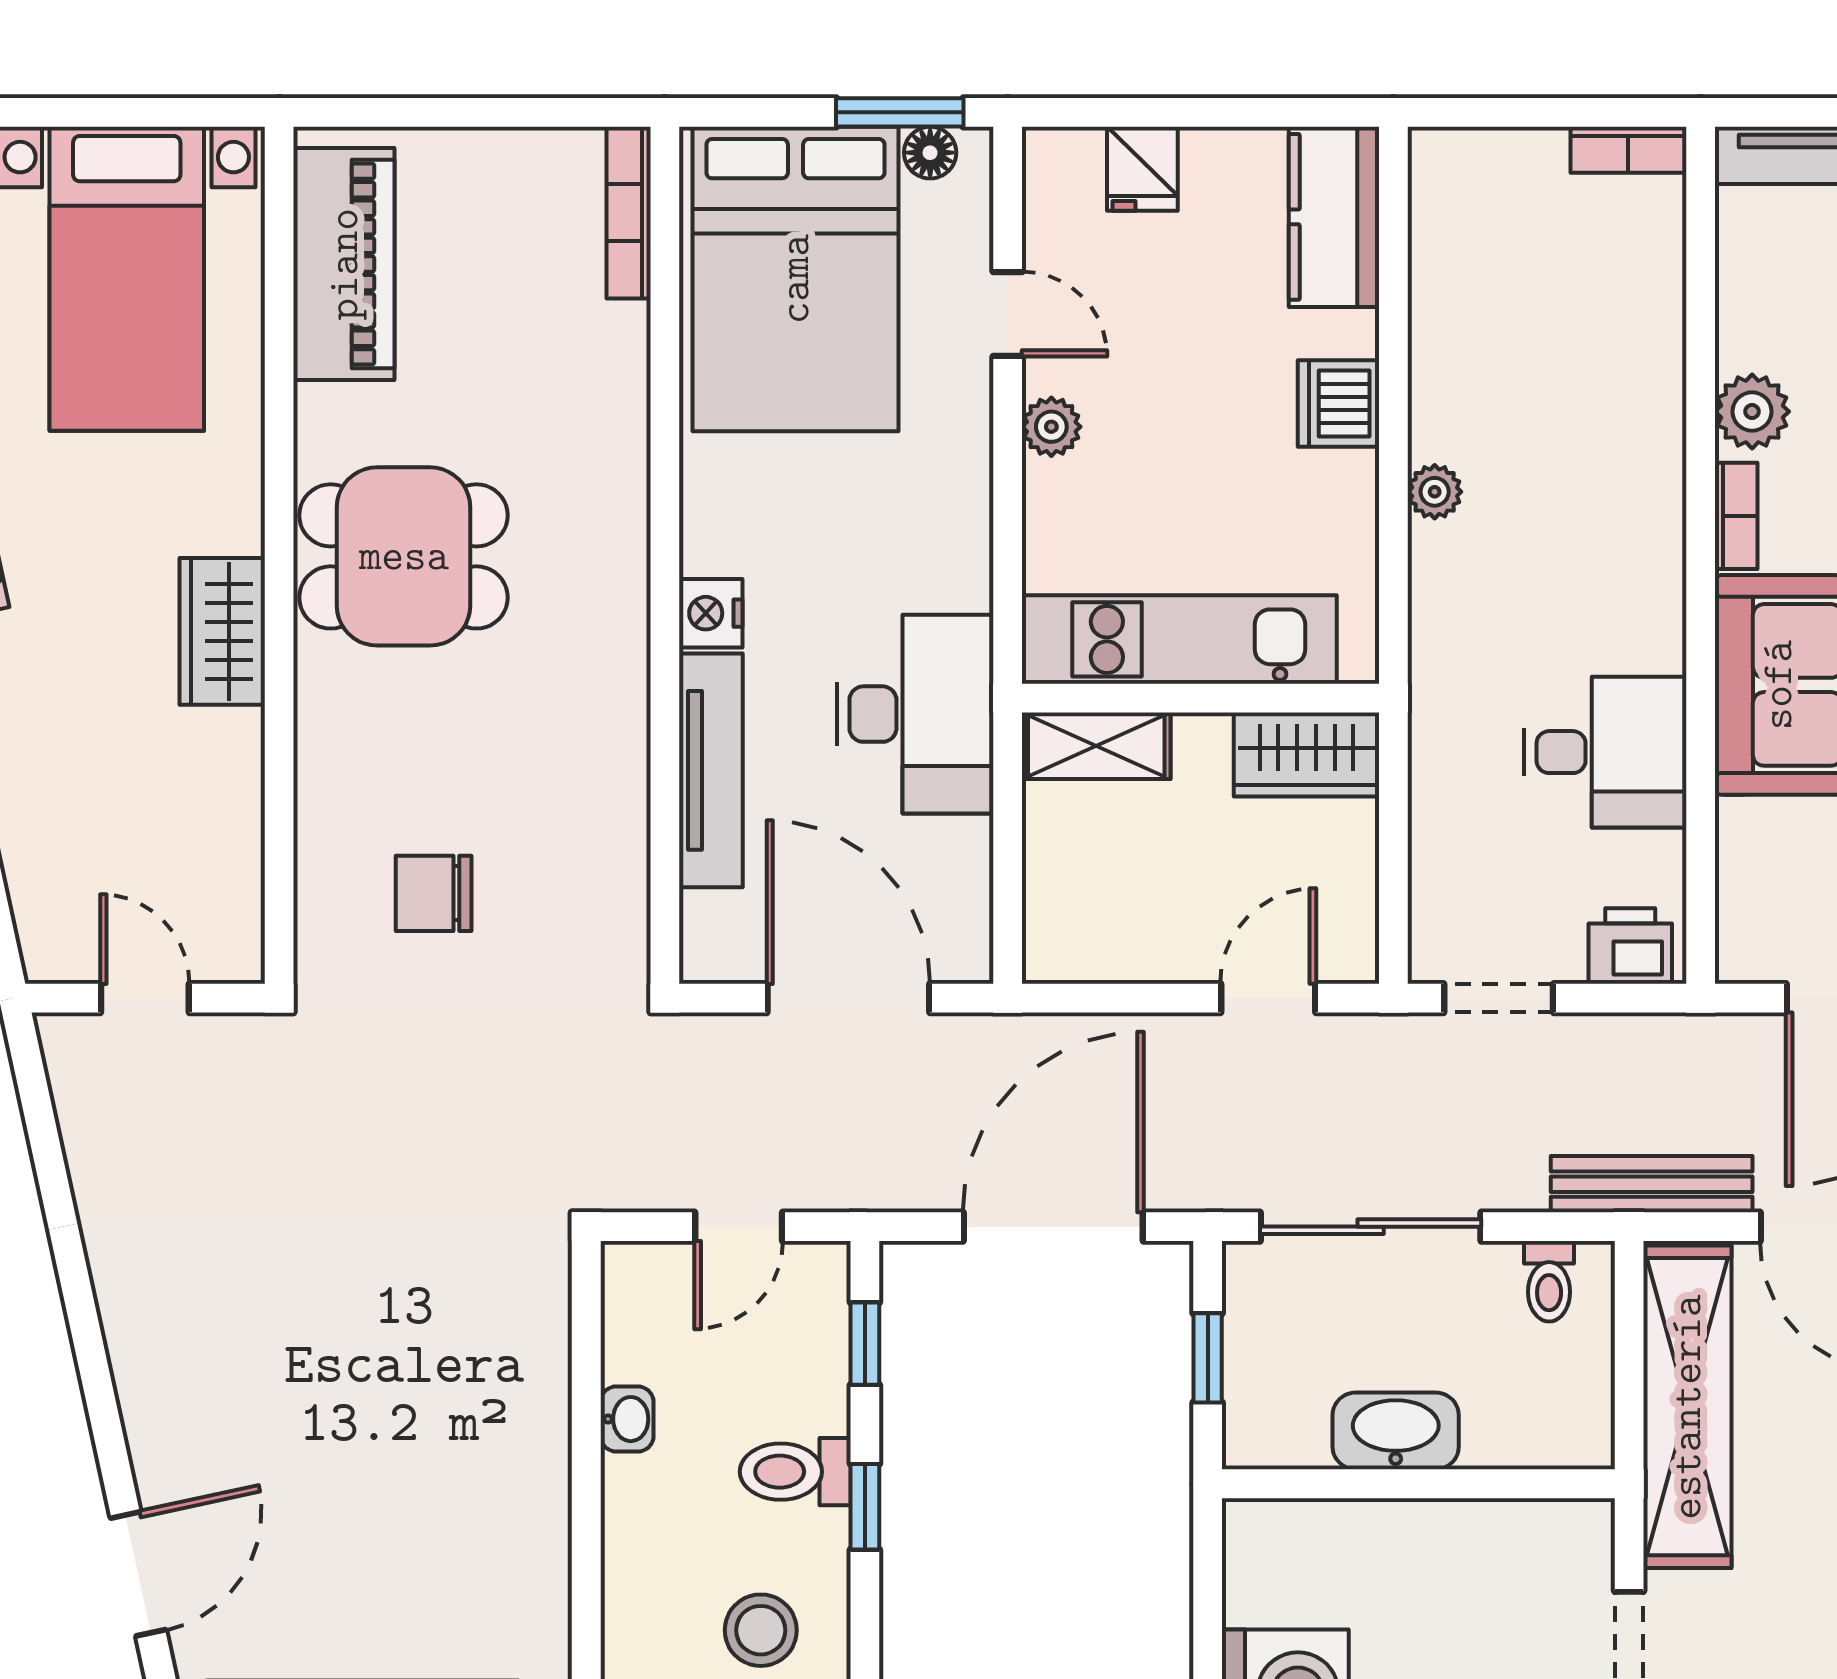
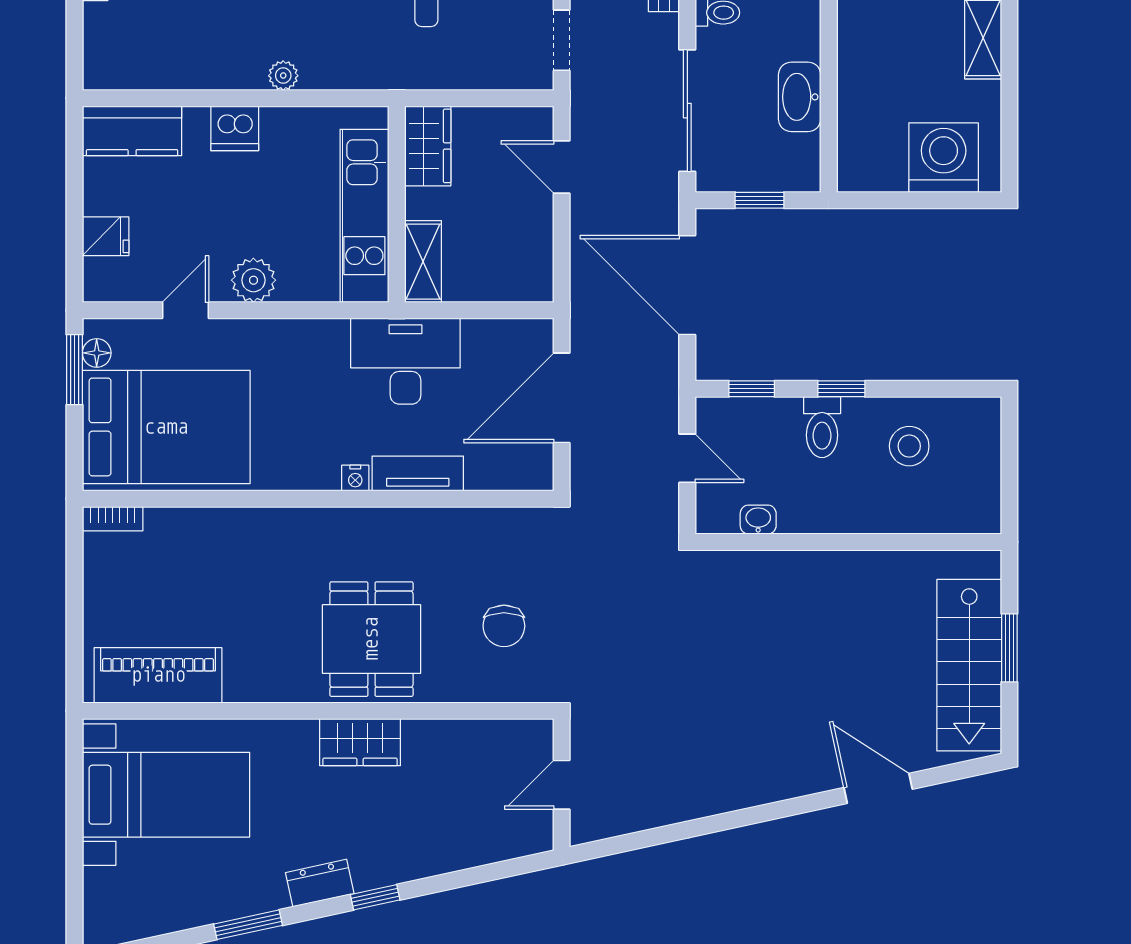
bookcase: (629, 213) -> (113, 519), width x0.64
plant: (1051, 427) -> (253, 280), width x1.38, depth x1.38
dining table: (404, 556) -> (371, 639), moved
nightstand: (711, 613) -> (355, 478), width x0.72, depth x0.74
tv unit: (711, 770) -> (418, 473), width x0.71
washbasin: (627, 1419) -> (758, 520), moved

